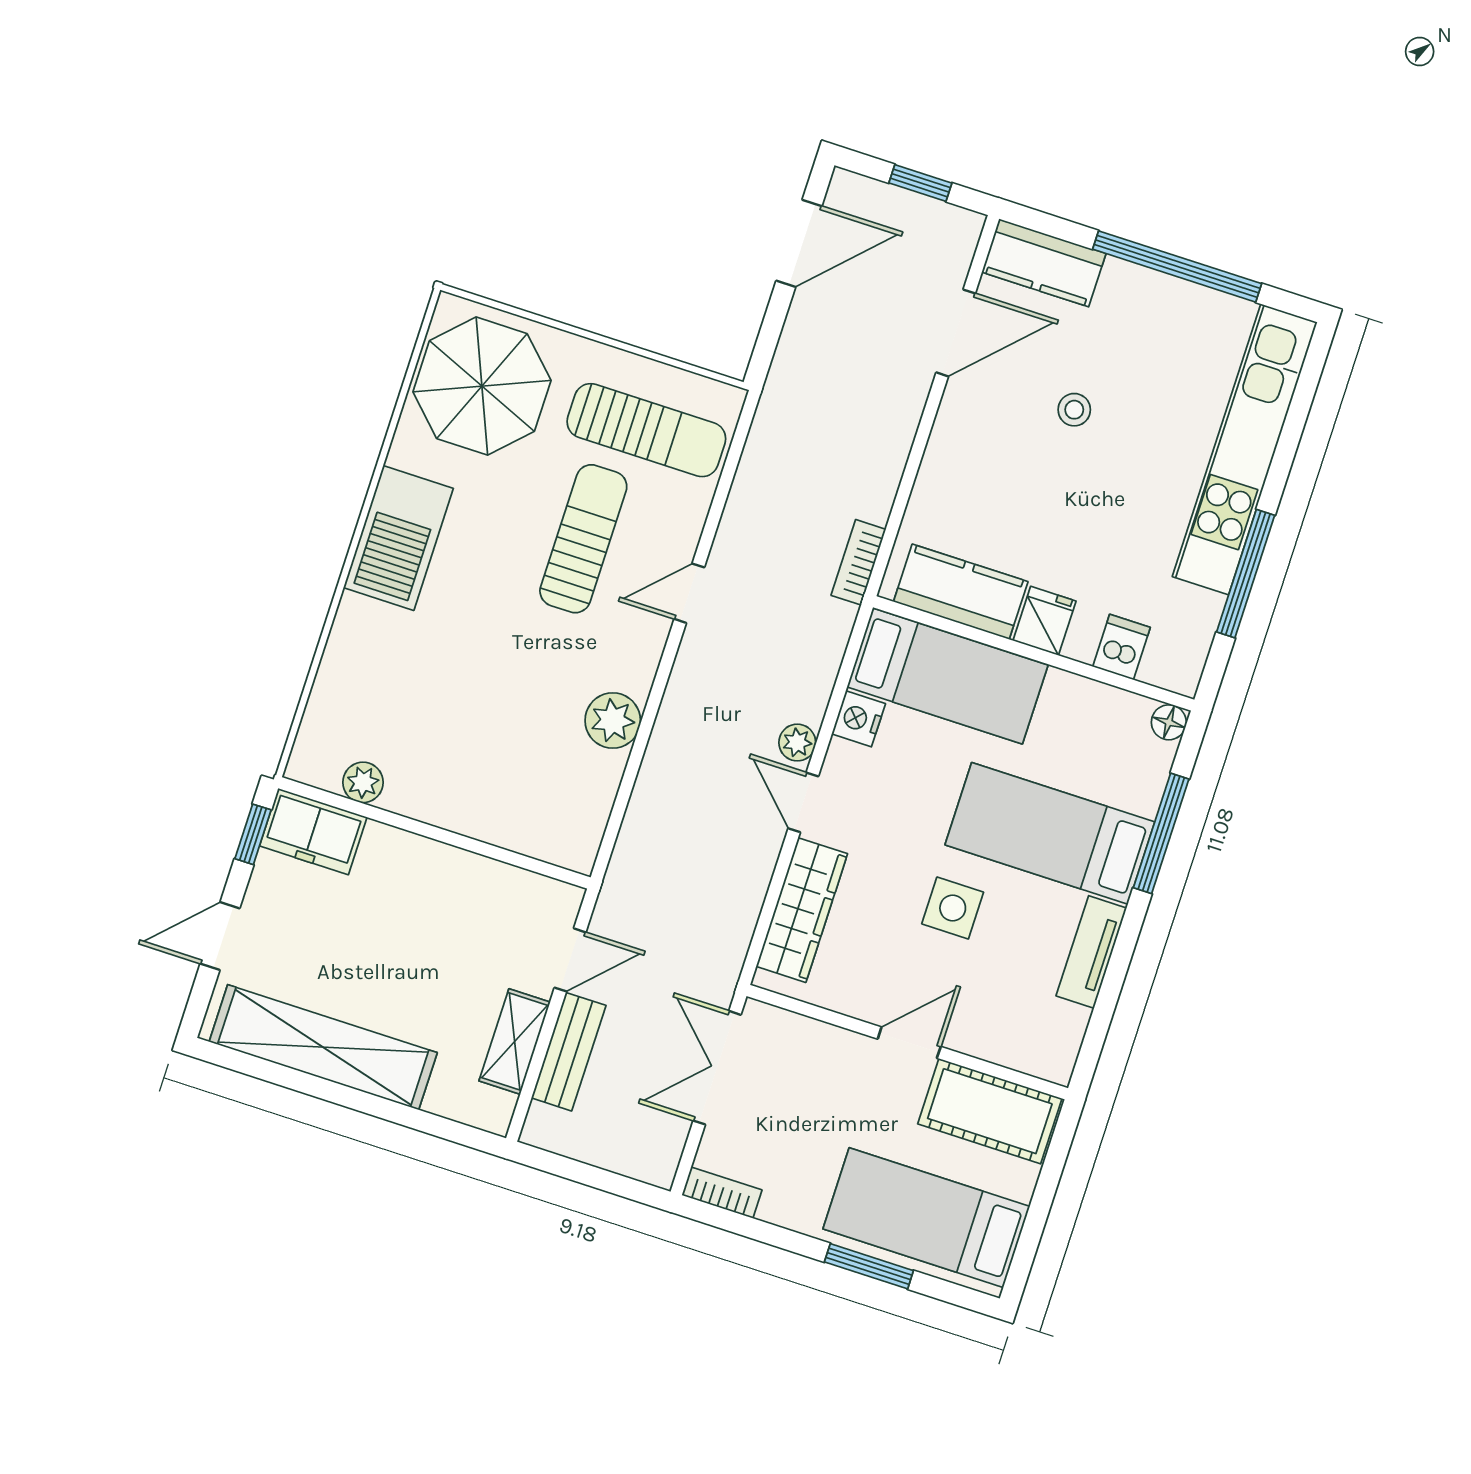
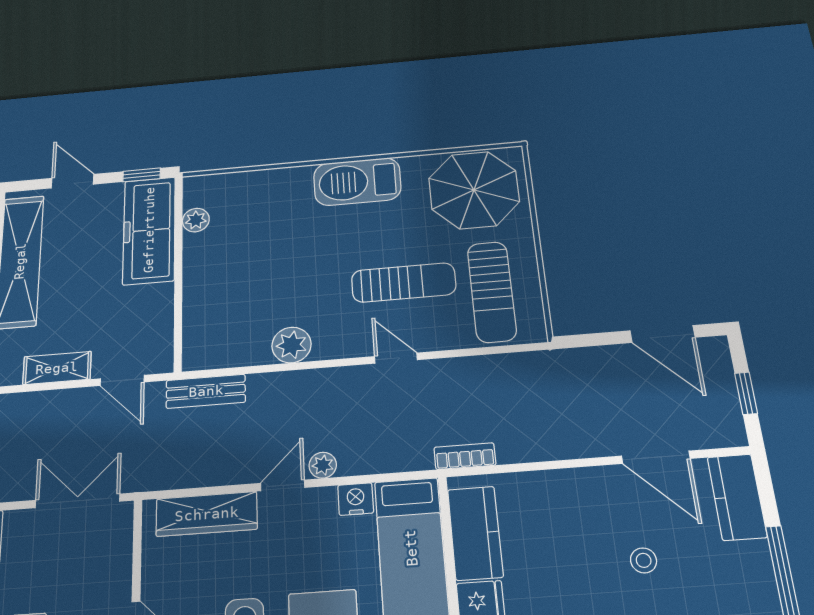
freezer: (313, 832) -> (149, 230), width x1.91, depth x1.26
bench: (569, 1052) -> (206, 391), moved

